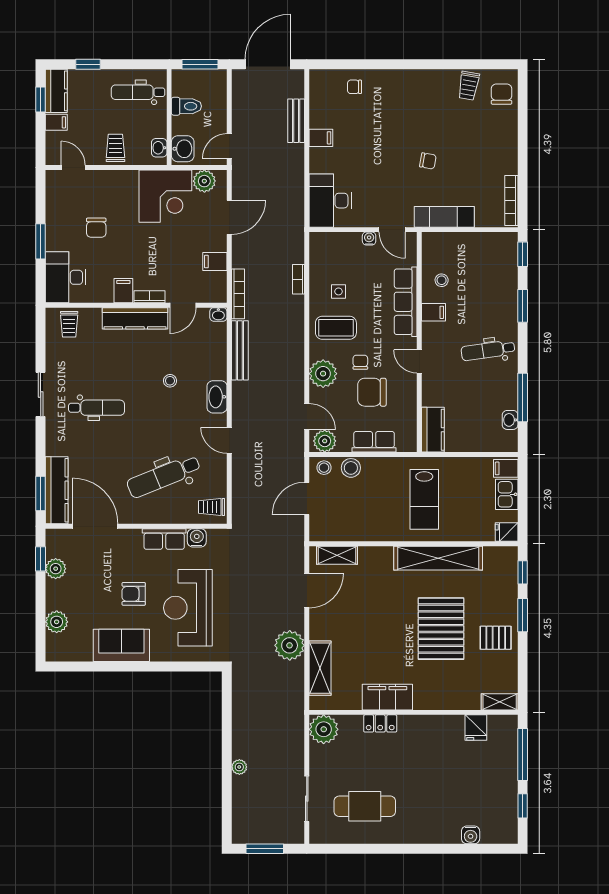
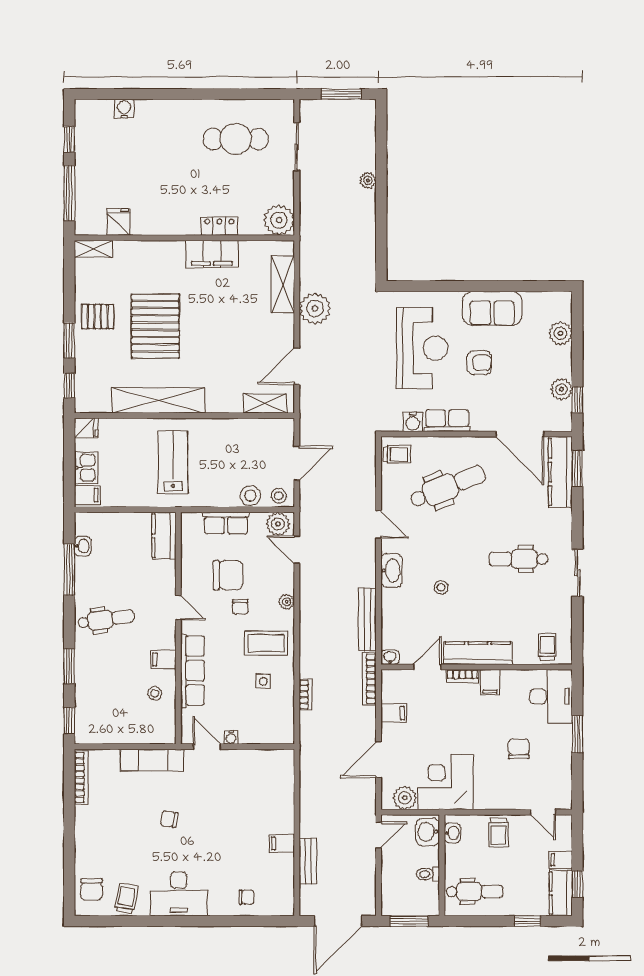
toilet: (186, 106) -> (428, 874), width x0.73, depth x0.72
desk: (330, 201) -> (179, 894), moved, turned 90
plant: (323, 374) -> (286, 602), width x0.53, depth x0.53

